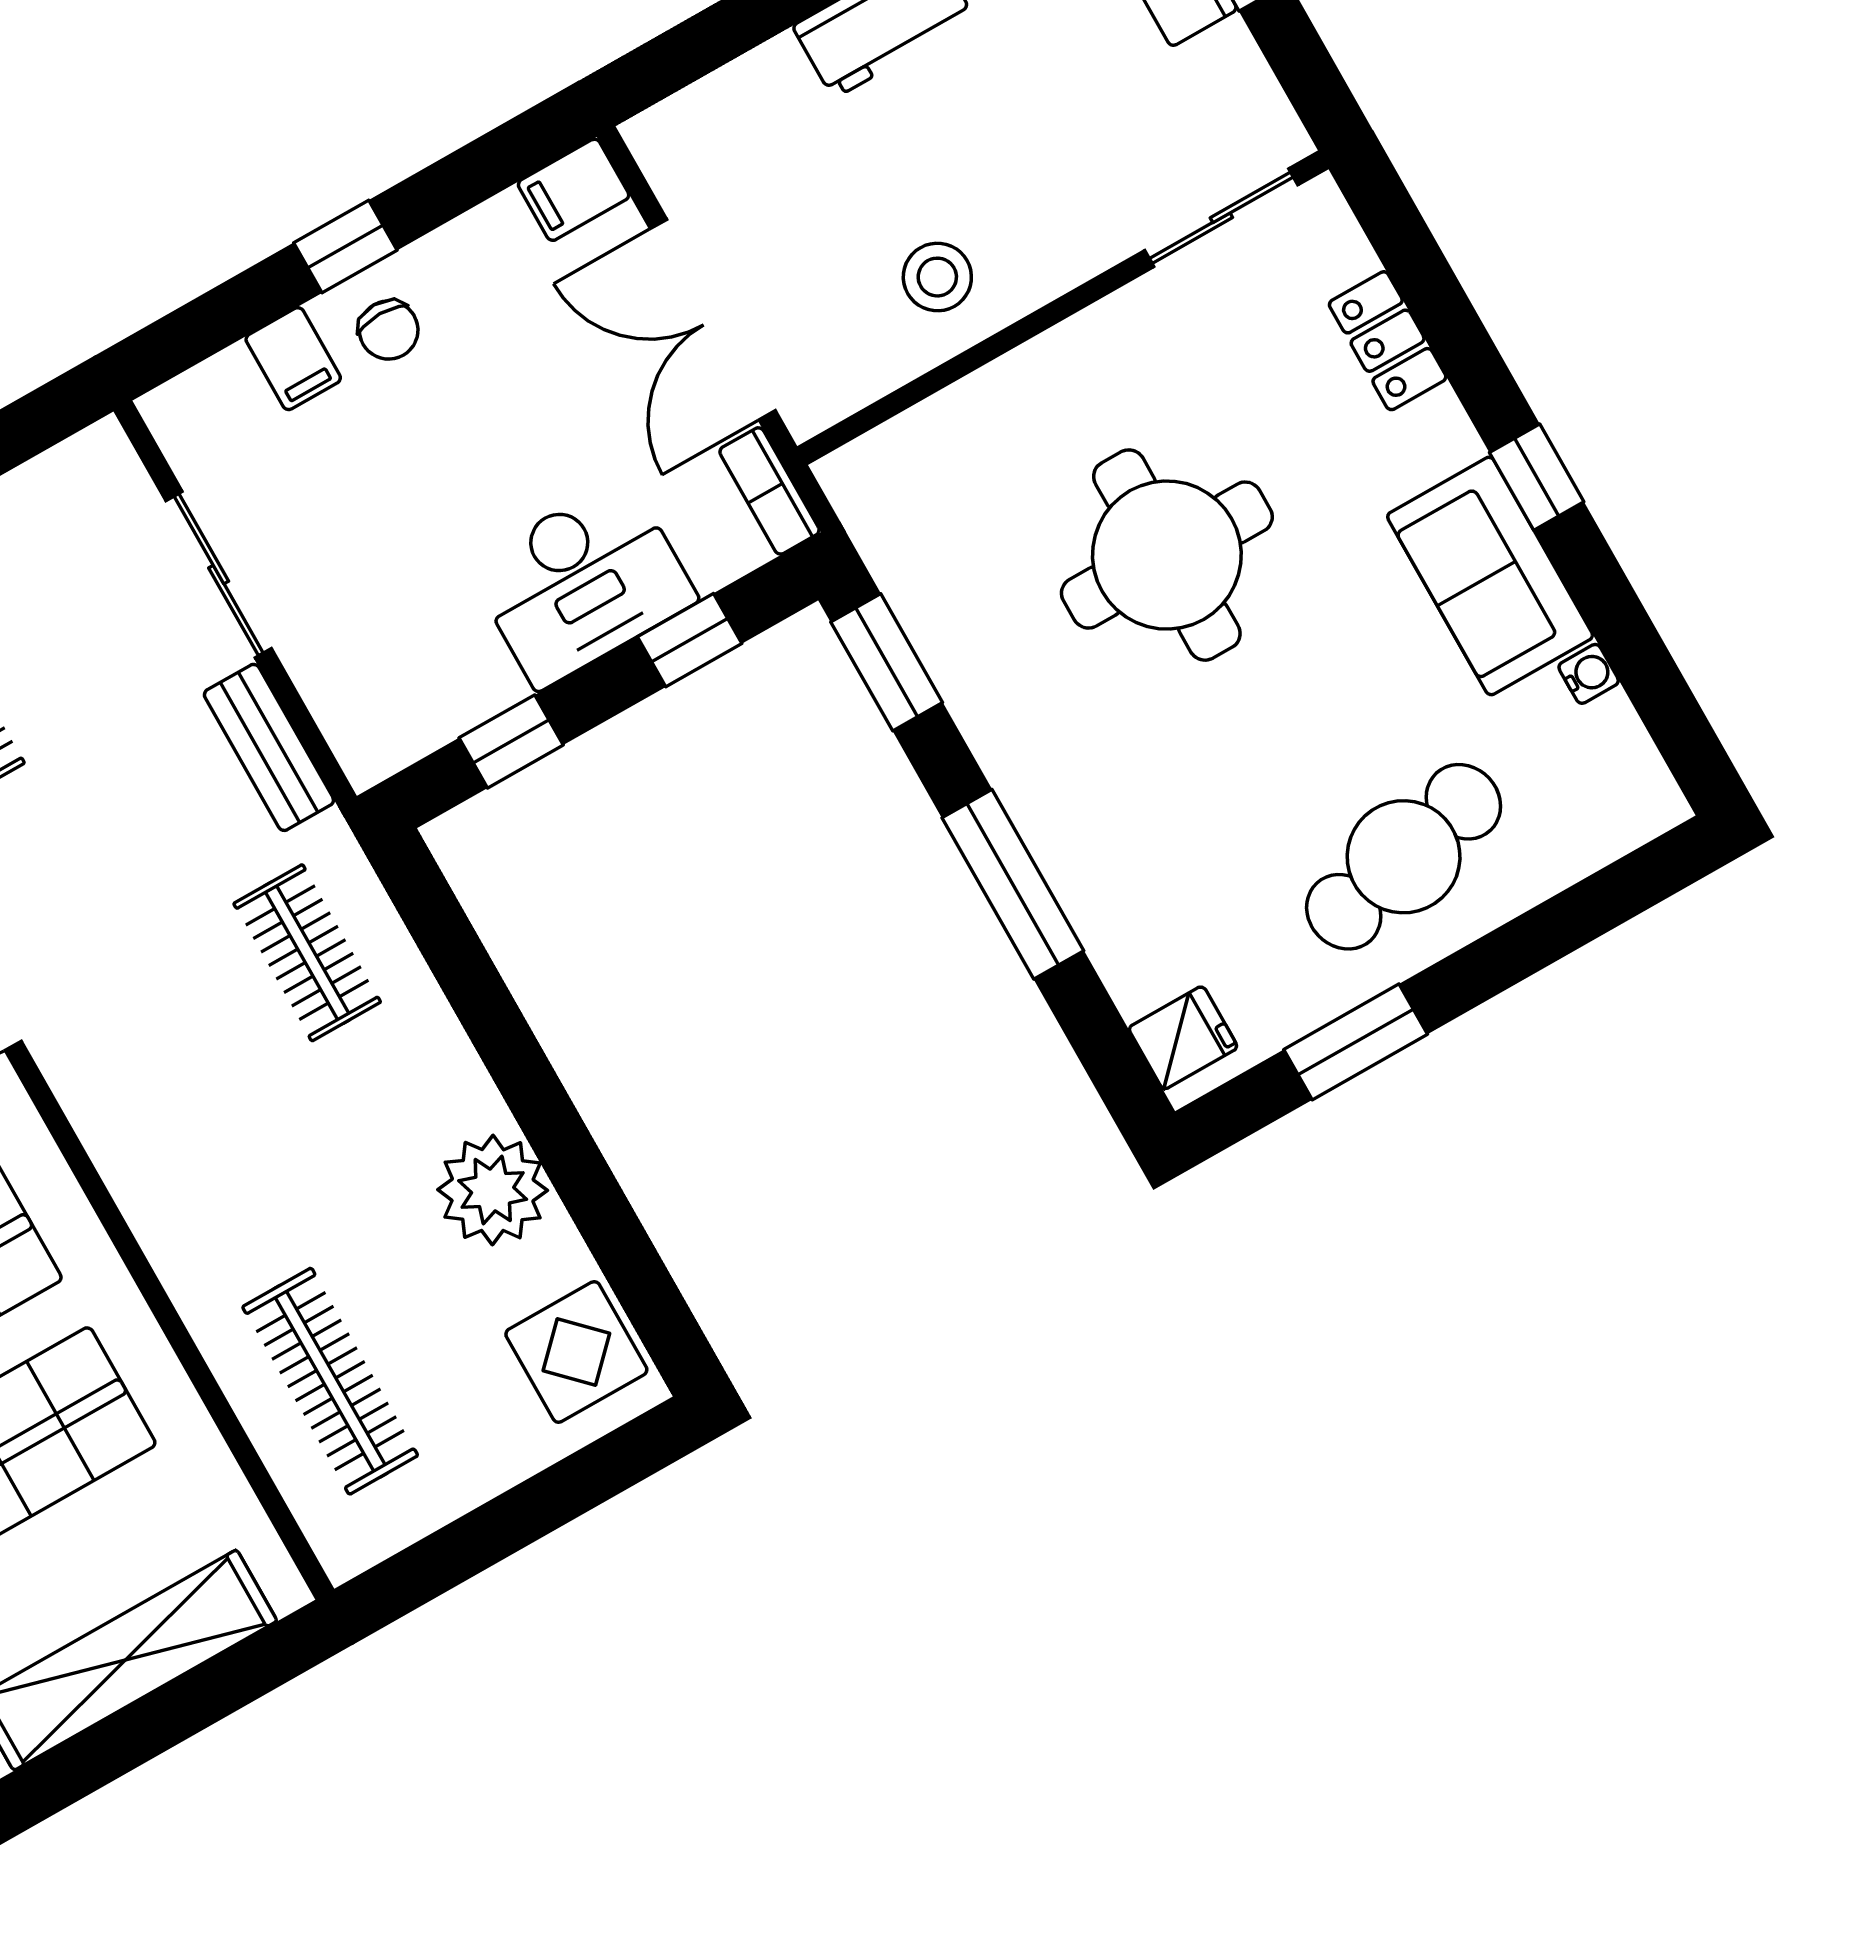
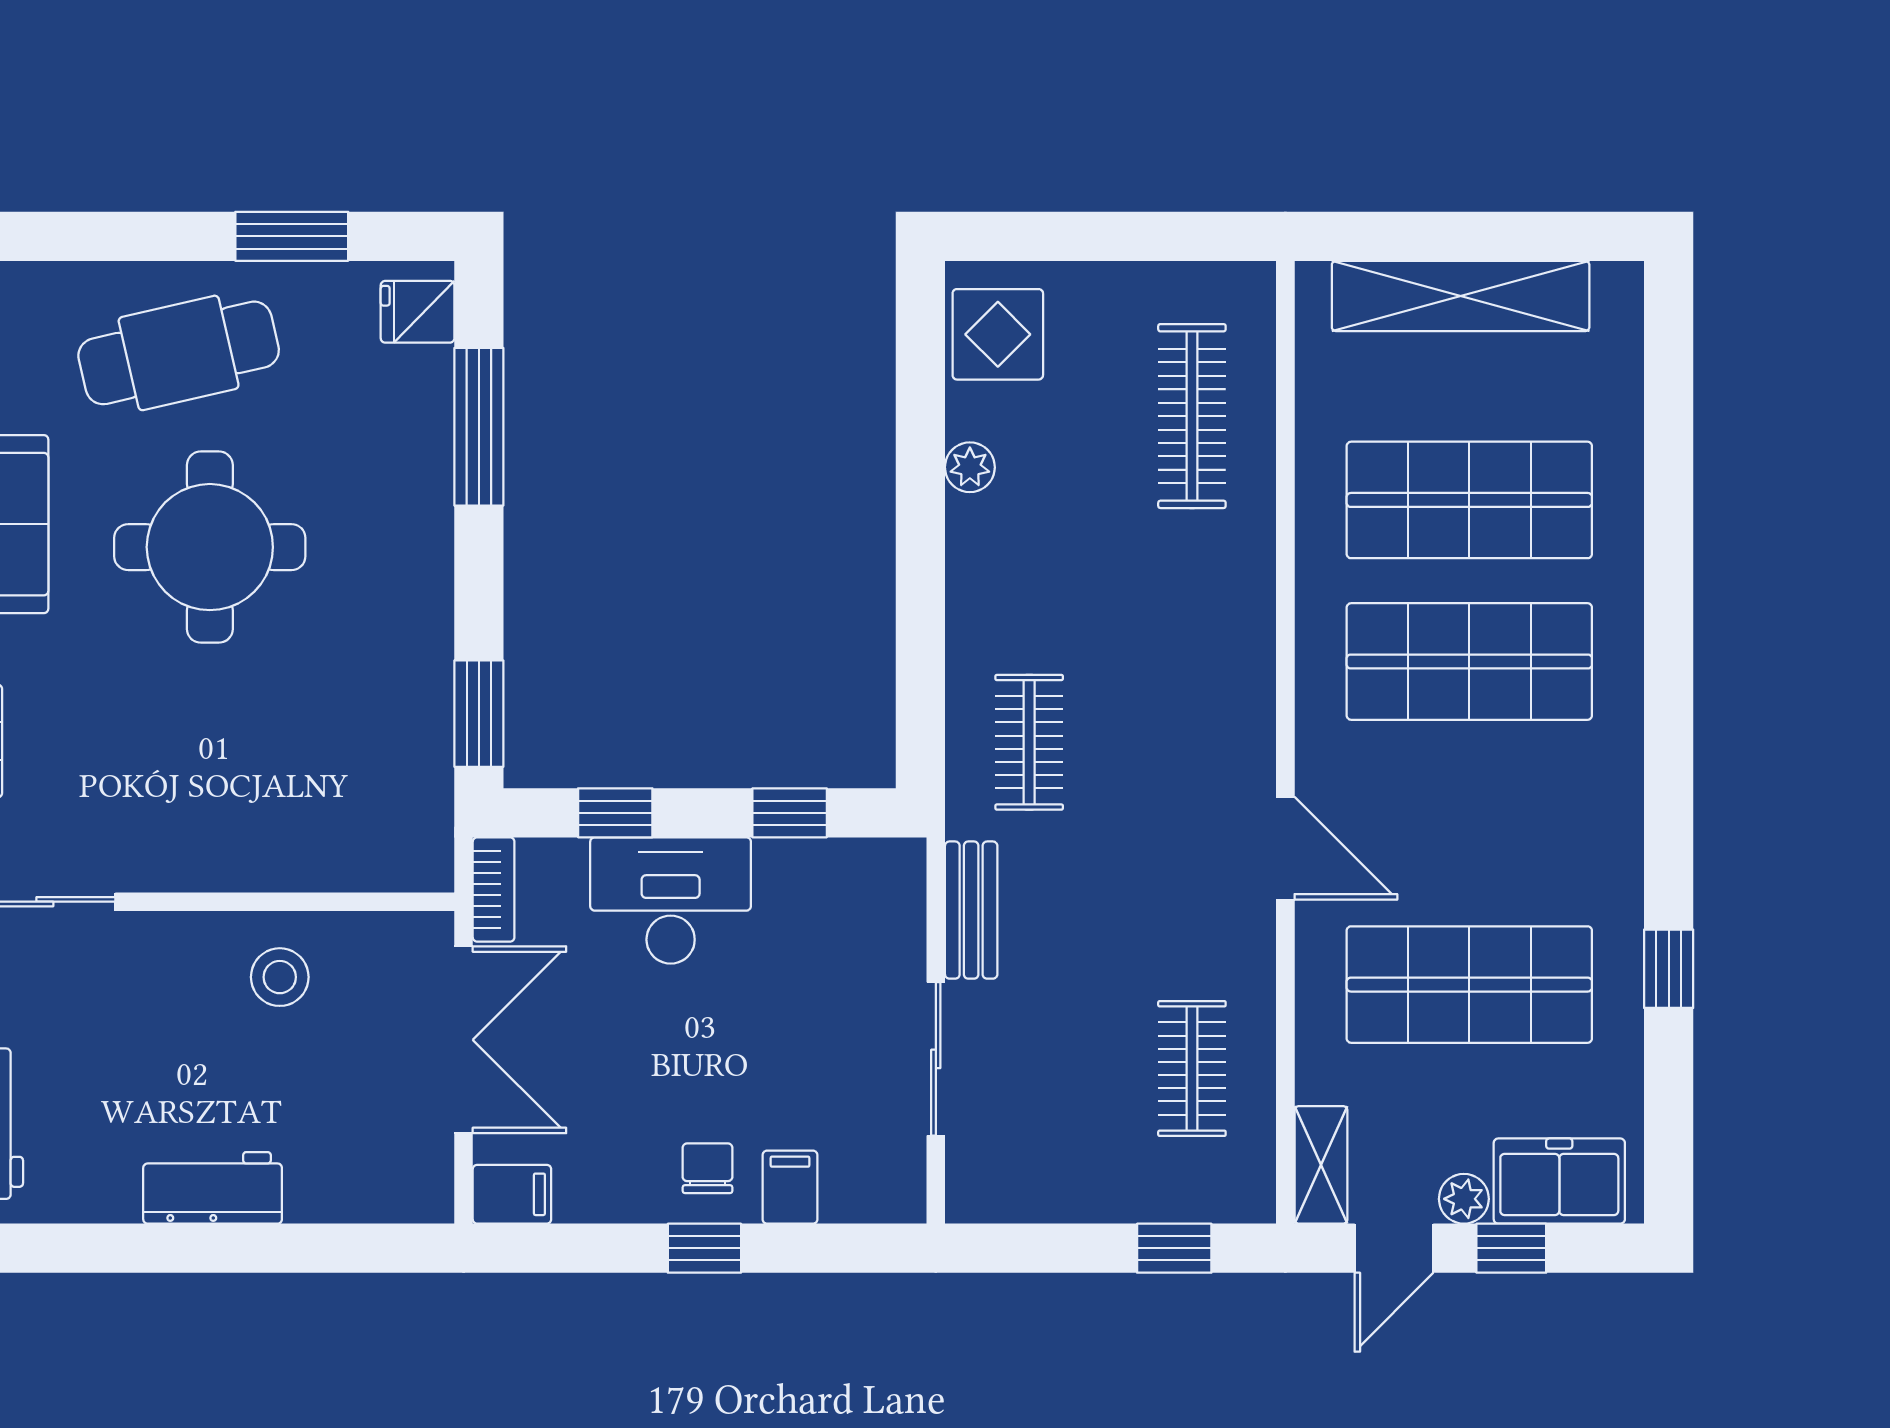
round table: (1167, 555) -> (210, 547), moved
window: (1013, 884) -> (479, 427), moved
plant: (493, 1190) -> (970, 467), width x0.53, depth x0.53

